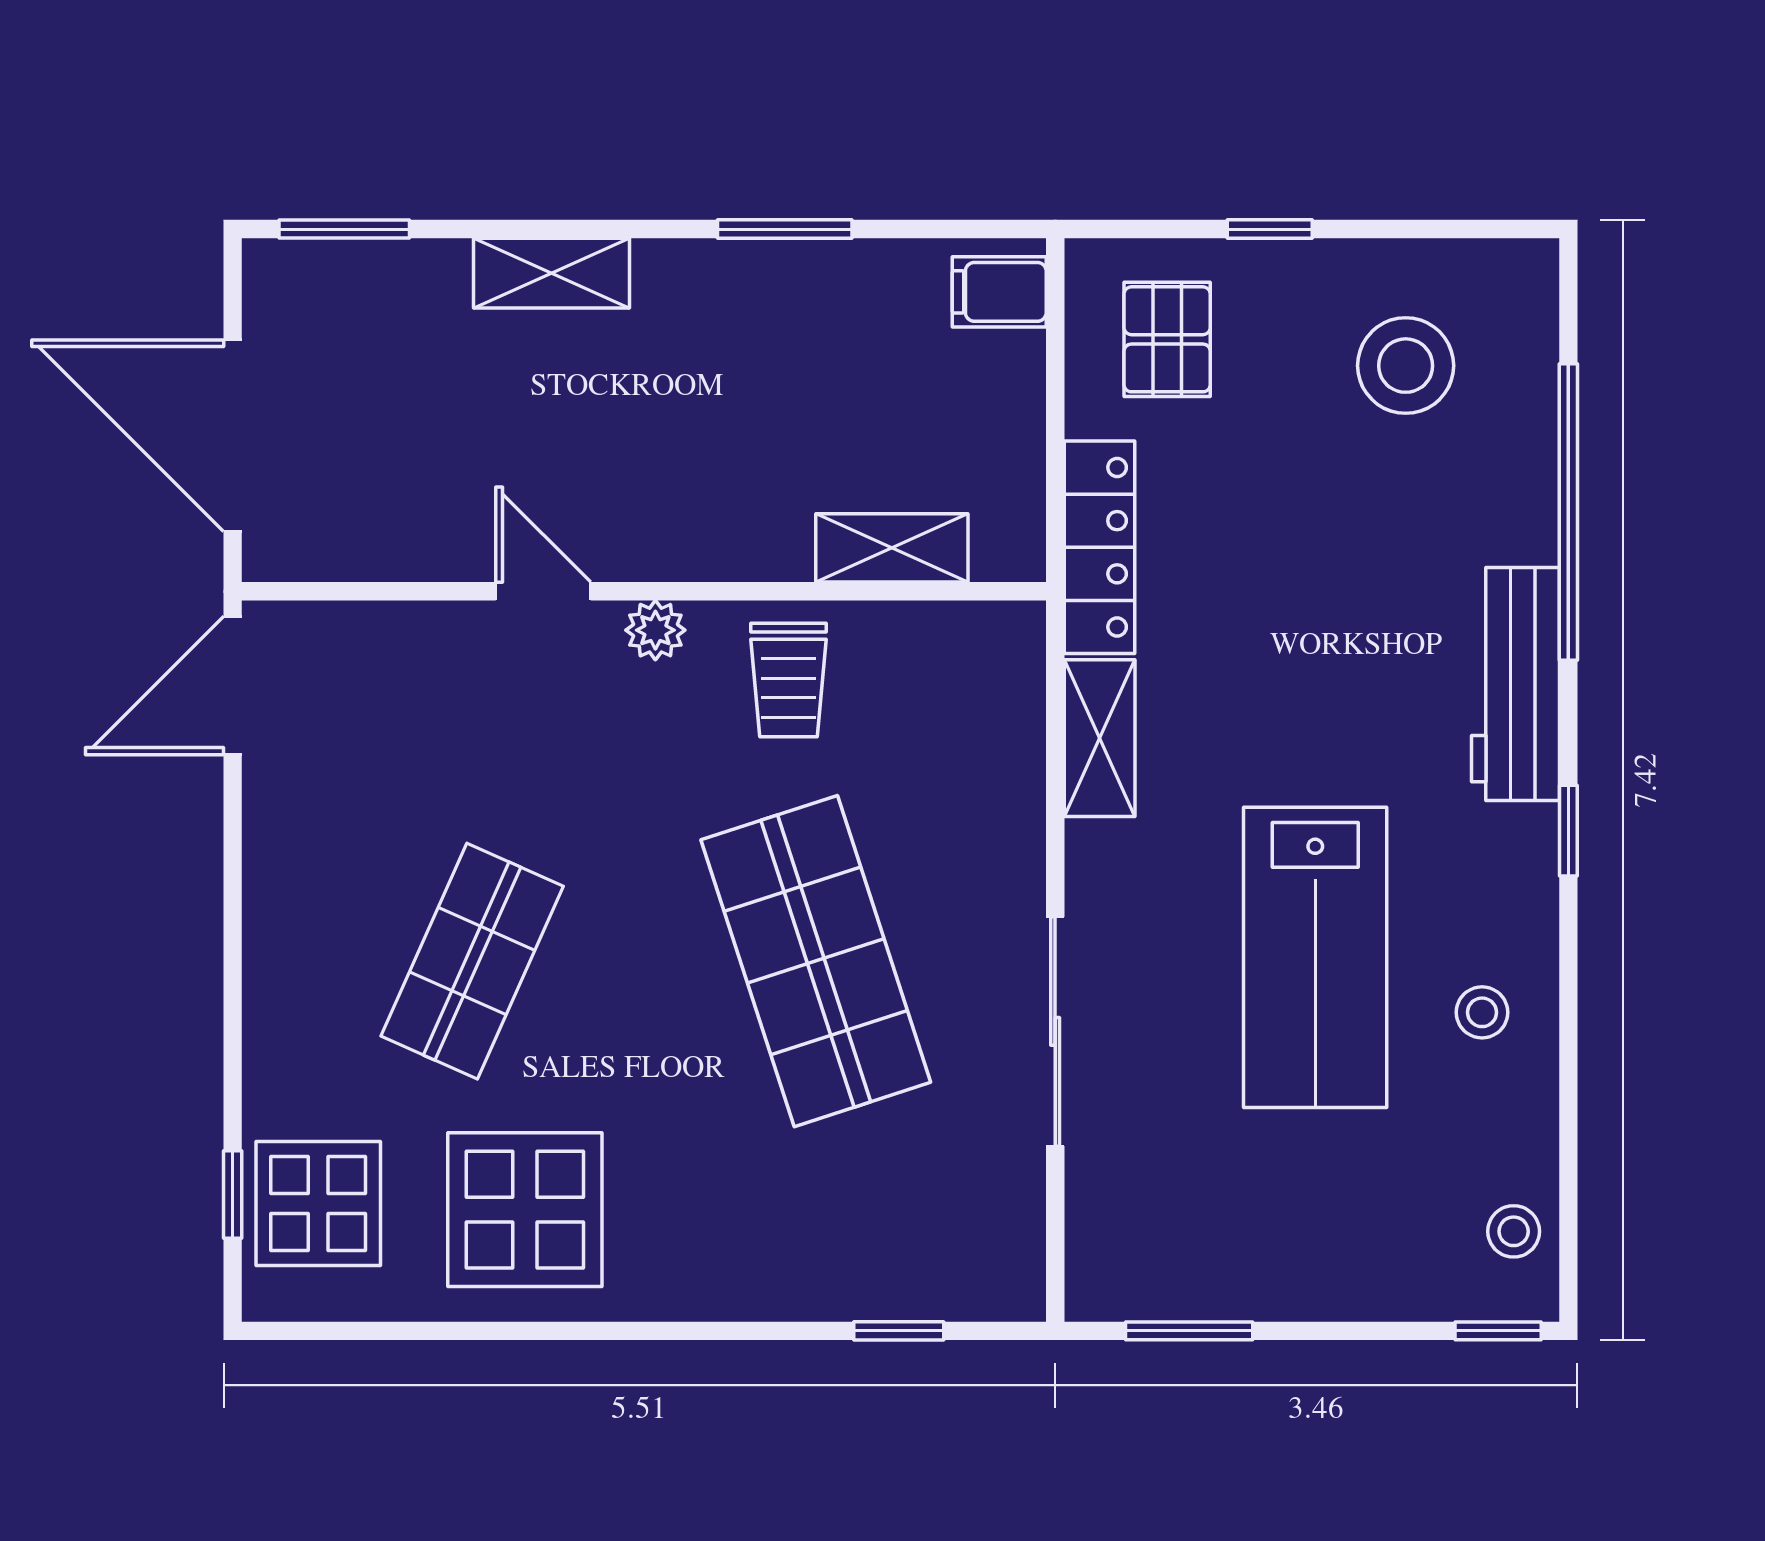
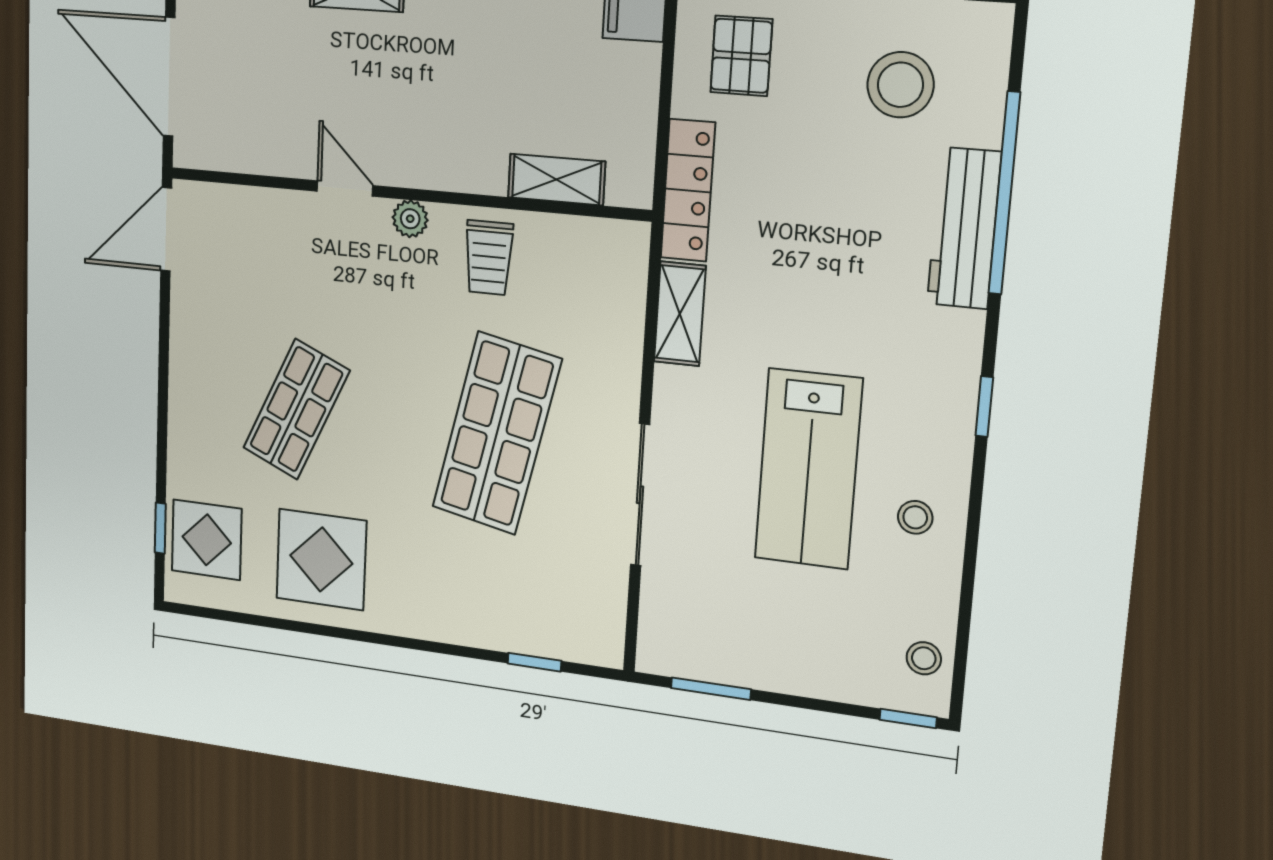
workbench: (1516, 684) -> (964, 228), moved
shop shelf: (816, 961) -> (497, 434), turned 30

